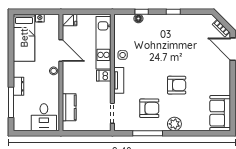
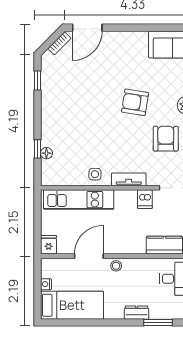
window: (173, 12) -> (37, 81), moved
dishwasher: (104, 76) -> (145, 199), moved
armchair: (177, 85) -> (135, 102), turned -81
window: (11, 102) -> (158, 323), width x0.69

